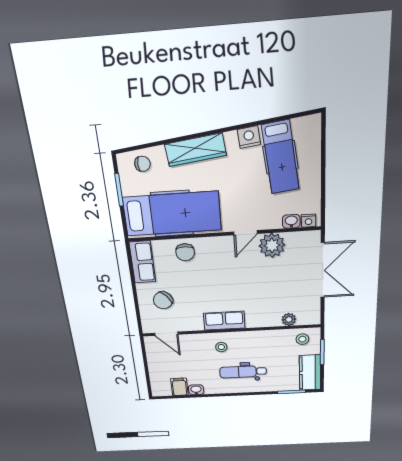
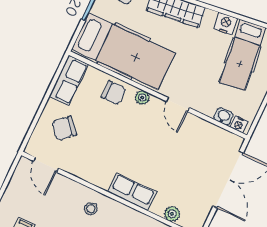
door: (245, 233) -> (178, 105), hinge flipped
plant: (272, 245) -> (142, 98), moved, width x0.53, depth x0.53
chair: (185, 252) -> (113, 93), turned -90
row of seats: (224, 321) -> (132, 192), moved

